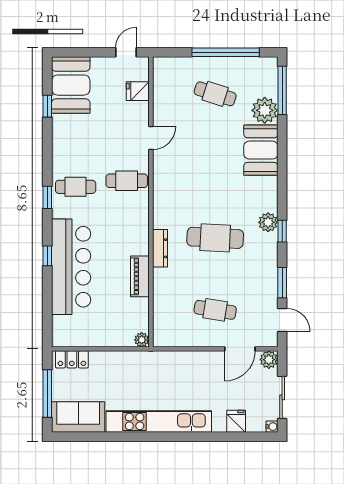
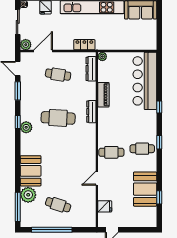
booth: (71, 85) -> (145, 189), moved
bar counter: (71, 267) -> (145, 81), moved
dresser: (161, 319) -> (91, 69), added
locker: (72, 359) -> (84, 45), moved
window: (47, 393) -> (159, 24), removed

